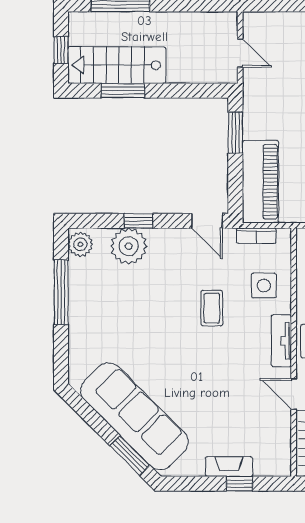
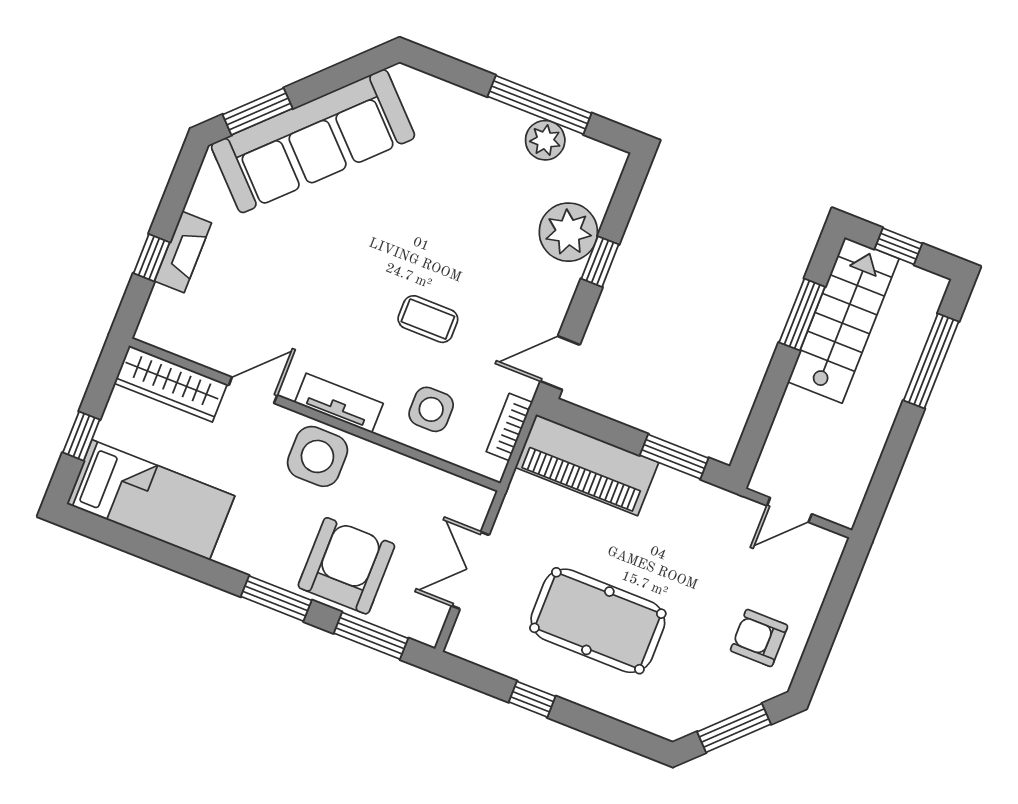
plant: (80, 244) -> (545, 140), moved

